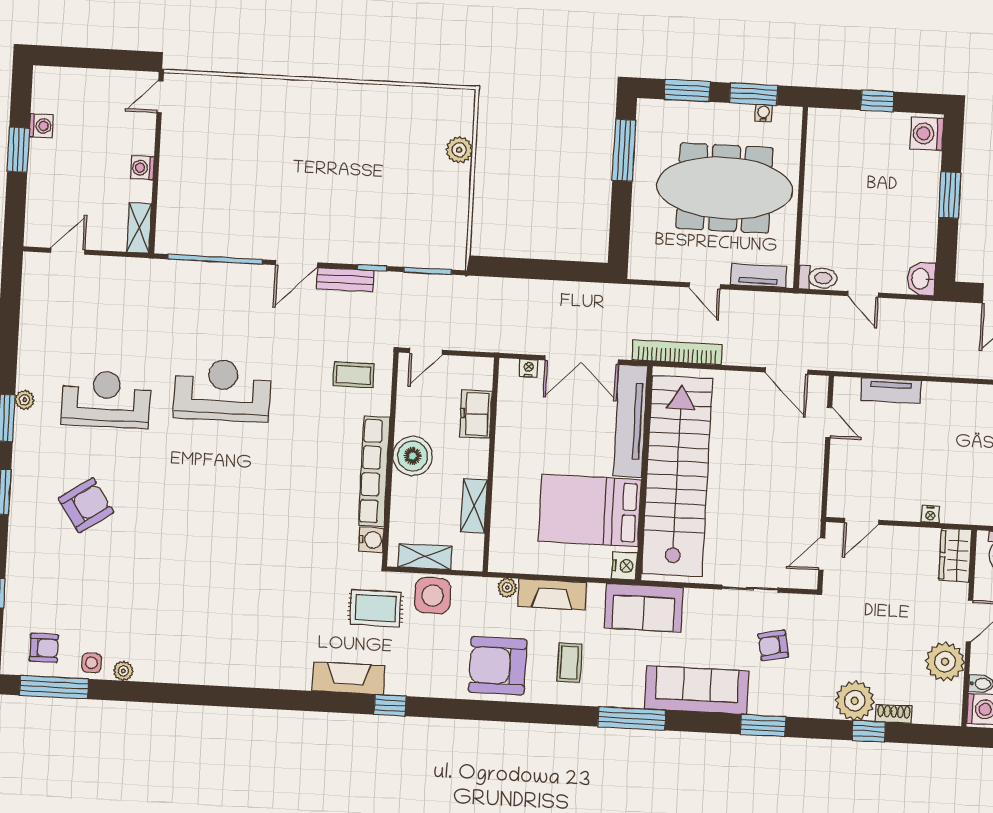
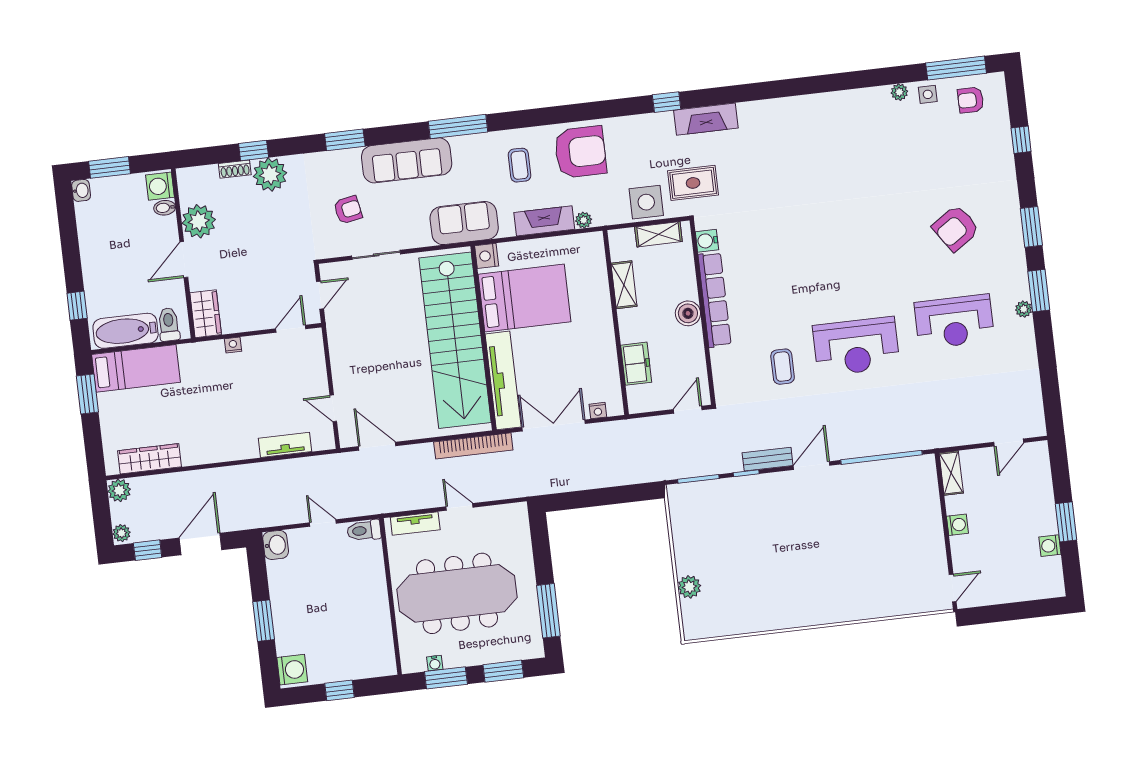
coffee table: (354, 375) -> (783, 367), moved, turned 90
boiler: (413, 456) -> (688, 313), width x0.73, depth x0.73

